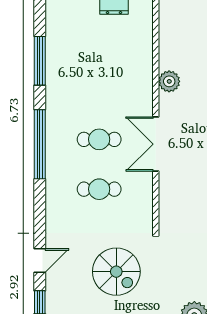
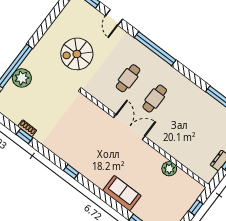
plant: (169, 81) -> (169, 169), moved
window: (40, 144) -> (155, 49), moved

